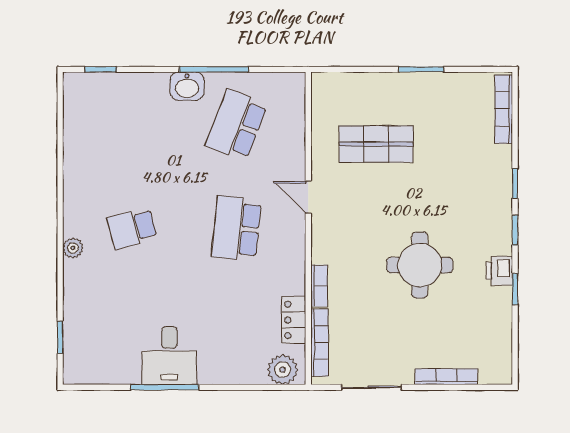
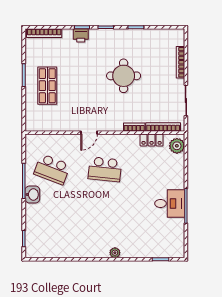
shop shelf: (376, 144) -> (47, 86), moved
school desk: (132, 228) -> (105, 223), removed
printer: (499, 271) -> (81, 35), moved

